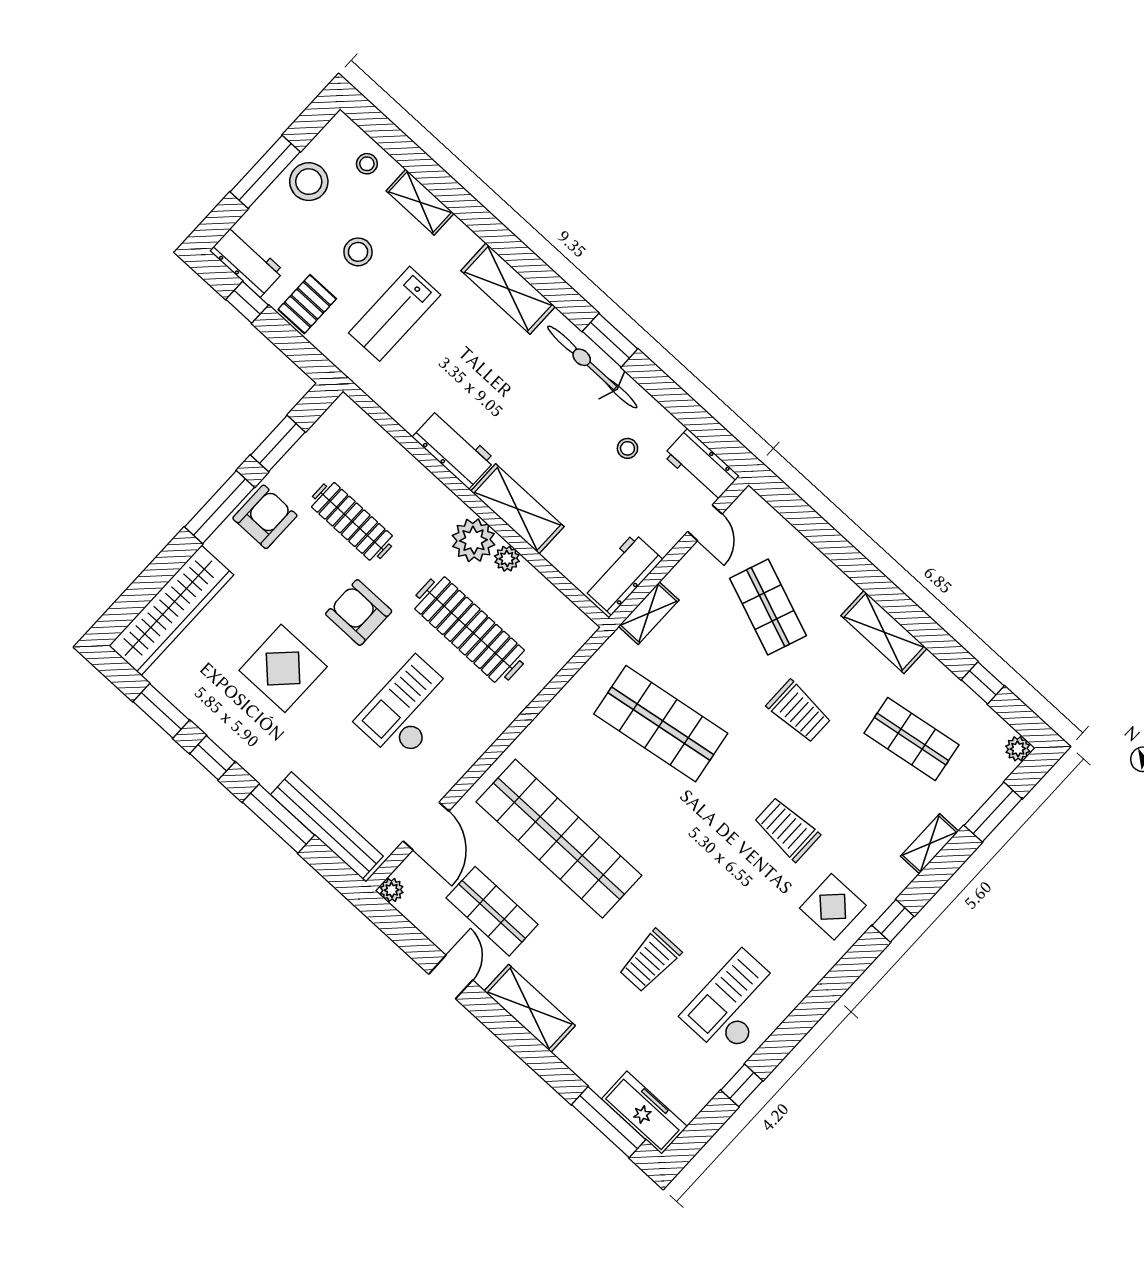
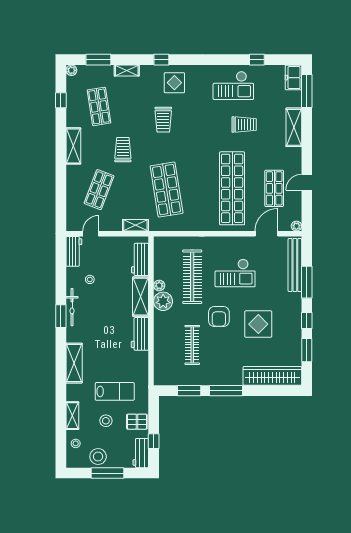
bicycle: (592, 367) -> (72, 307), width x0.73, depth x0.71
armchair: (265, 517) -> (216, 374), removed
workbench: (623, 574) -> (140, 259), moved, turned 90
shelving: (530, 1008) -> (294, 127), moved
freezer: (644, 1112) -> (293, 78), width x0.71

